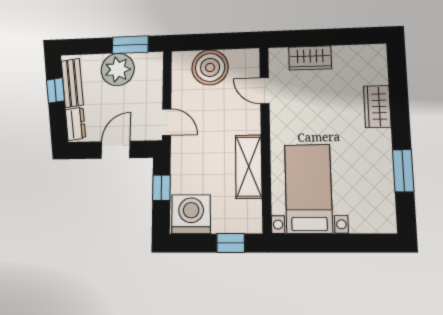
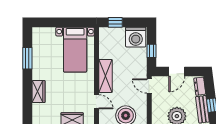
shelving: (249, 167) -> (105, 76), moved

